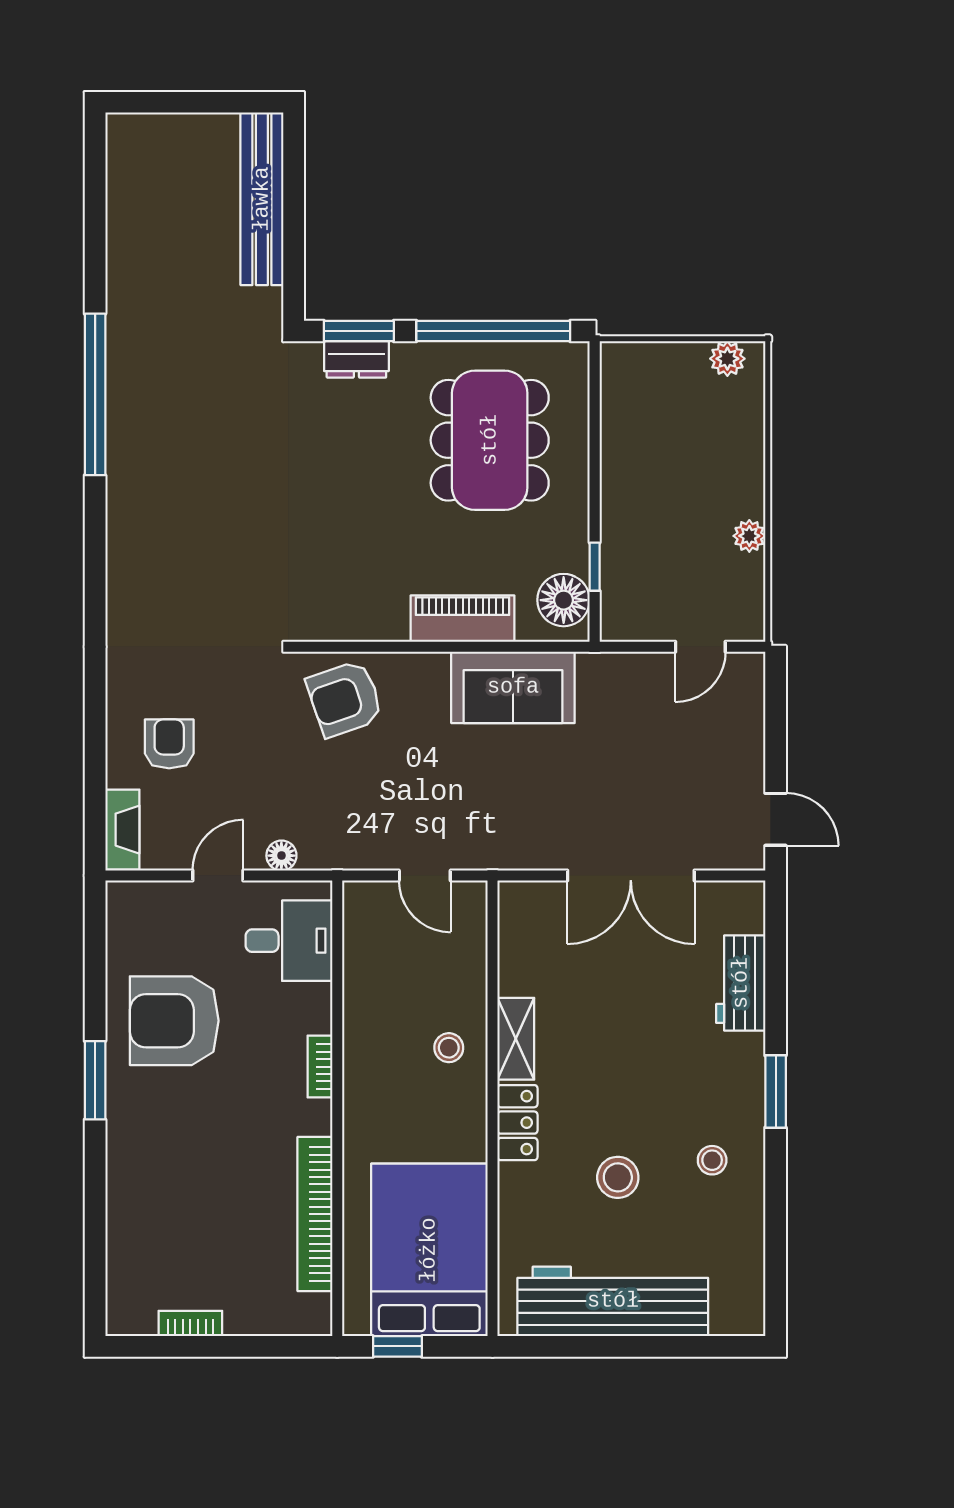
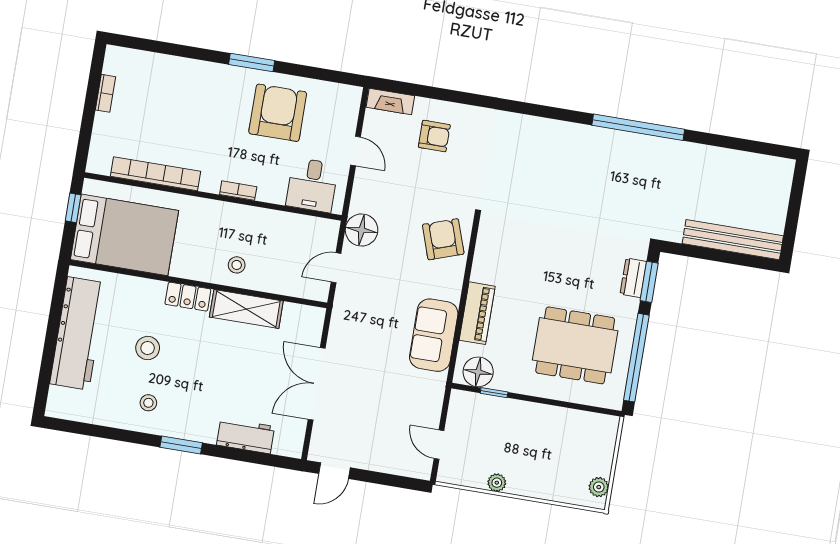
floor lamp: (281, 856) -> (362, 230), moved, width x1.89, depth x1.89
shelving: (516, 1039) -> (246, 309), width x1.50, depth x1.33

